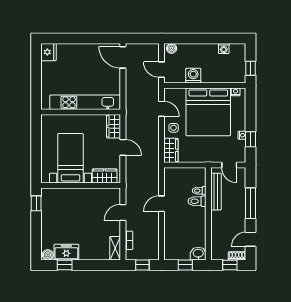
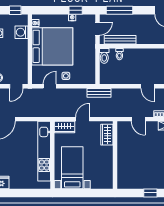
washing machine: (193, 76) -> (21, 32), moved
wardrobe: (171, 150) -> (85, 78), removed
bed with nightstands: (71, 158) -> (72, 168), moved, turned 90
bench: (154, 167) -> (99, 93), added
toilet: (197, 201) -> (104, 56), moved
window: (36, 203) -> (150, 193), moved
window: (251, 203) -> (119, 10), moved
door: (161, 204) -> (148, 86), moved

